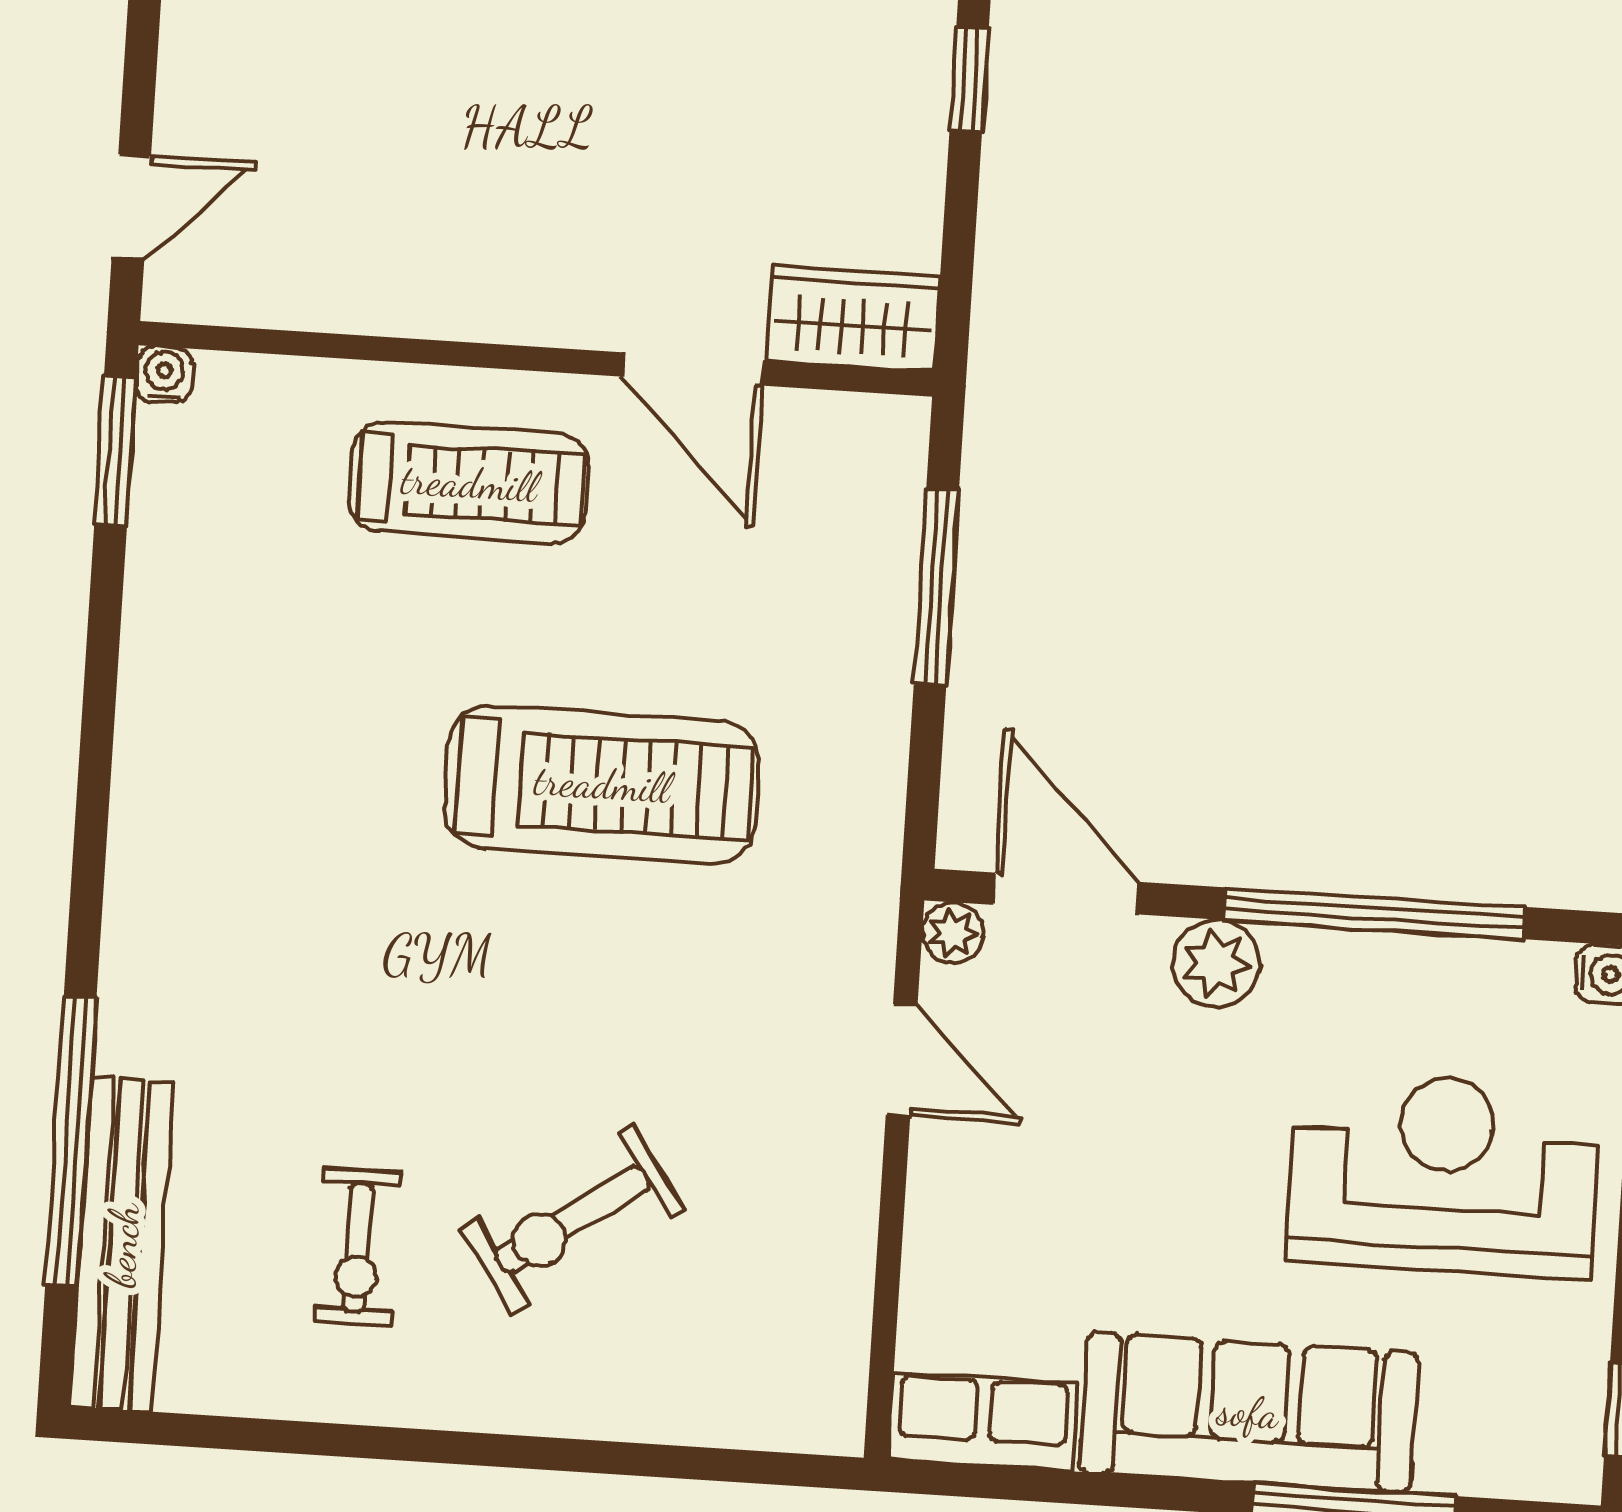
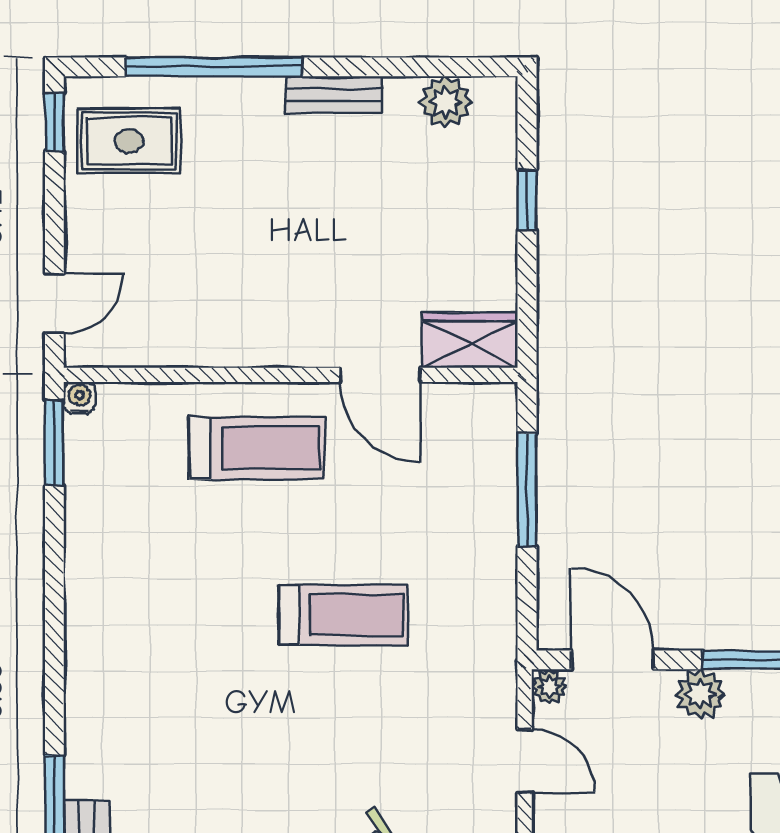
treadmill: (602, 784) -> (344, 615), width x0.73, depth x0.73

